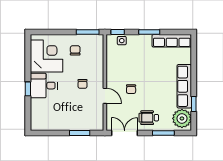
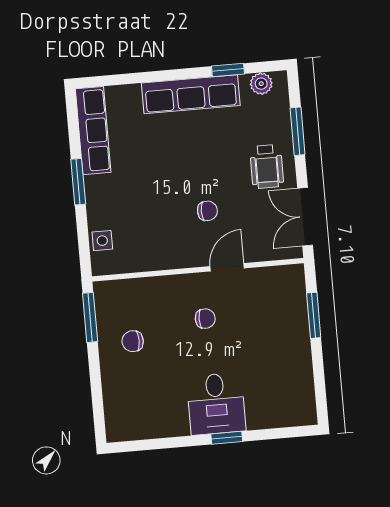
window: (118, 32) -> (84, 251), removed
corner desk: (46, 56) -> (151, 403), removed
plant: (182, 118) -> (261, 84), width x0.53, depth x0.53

